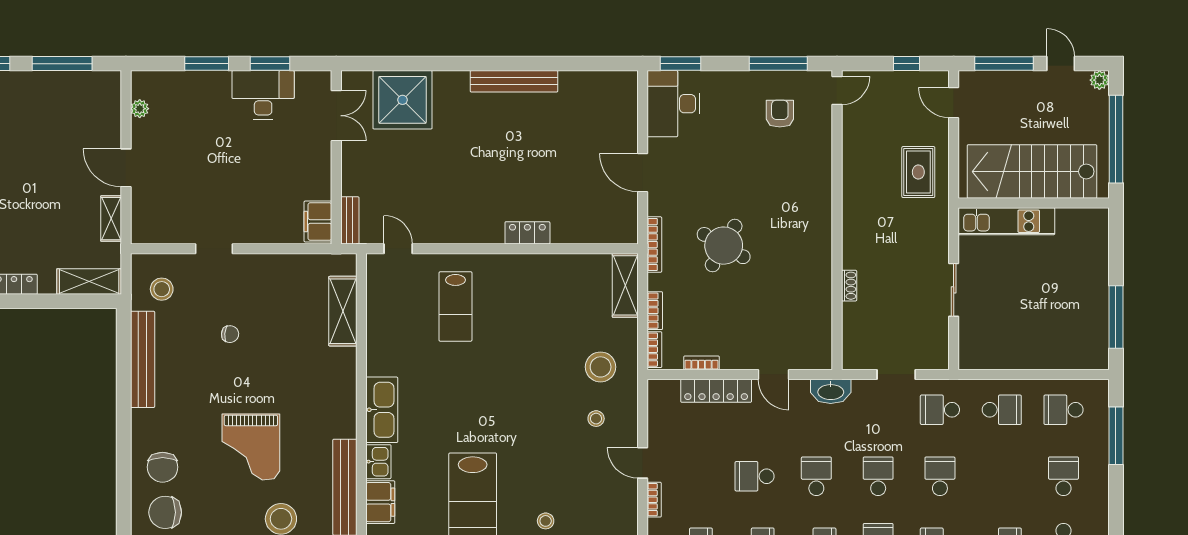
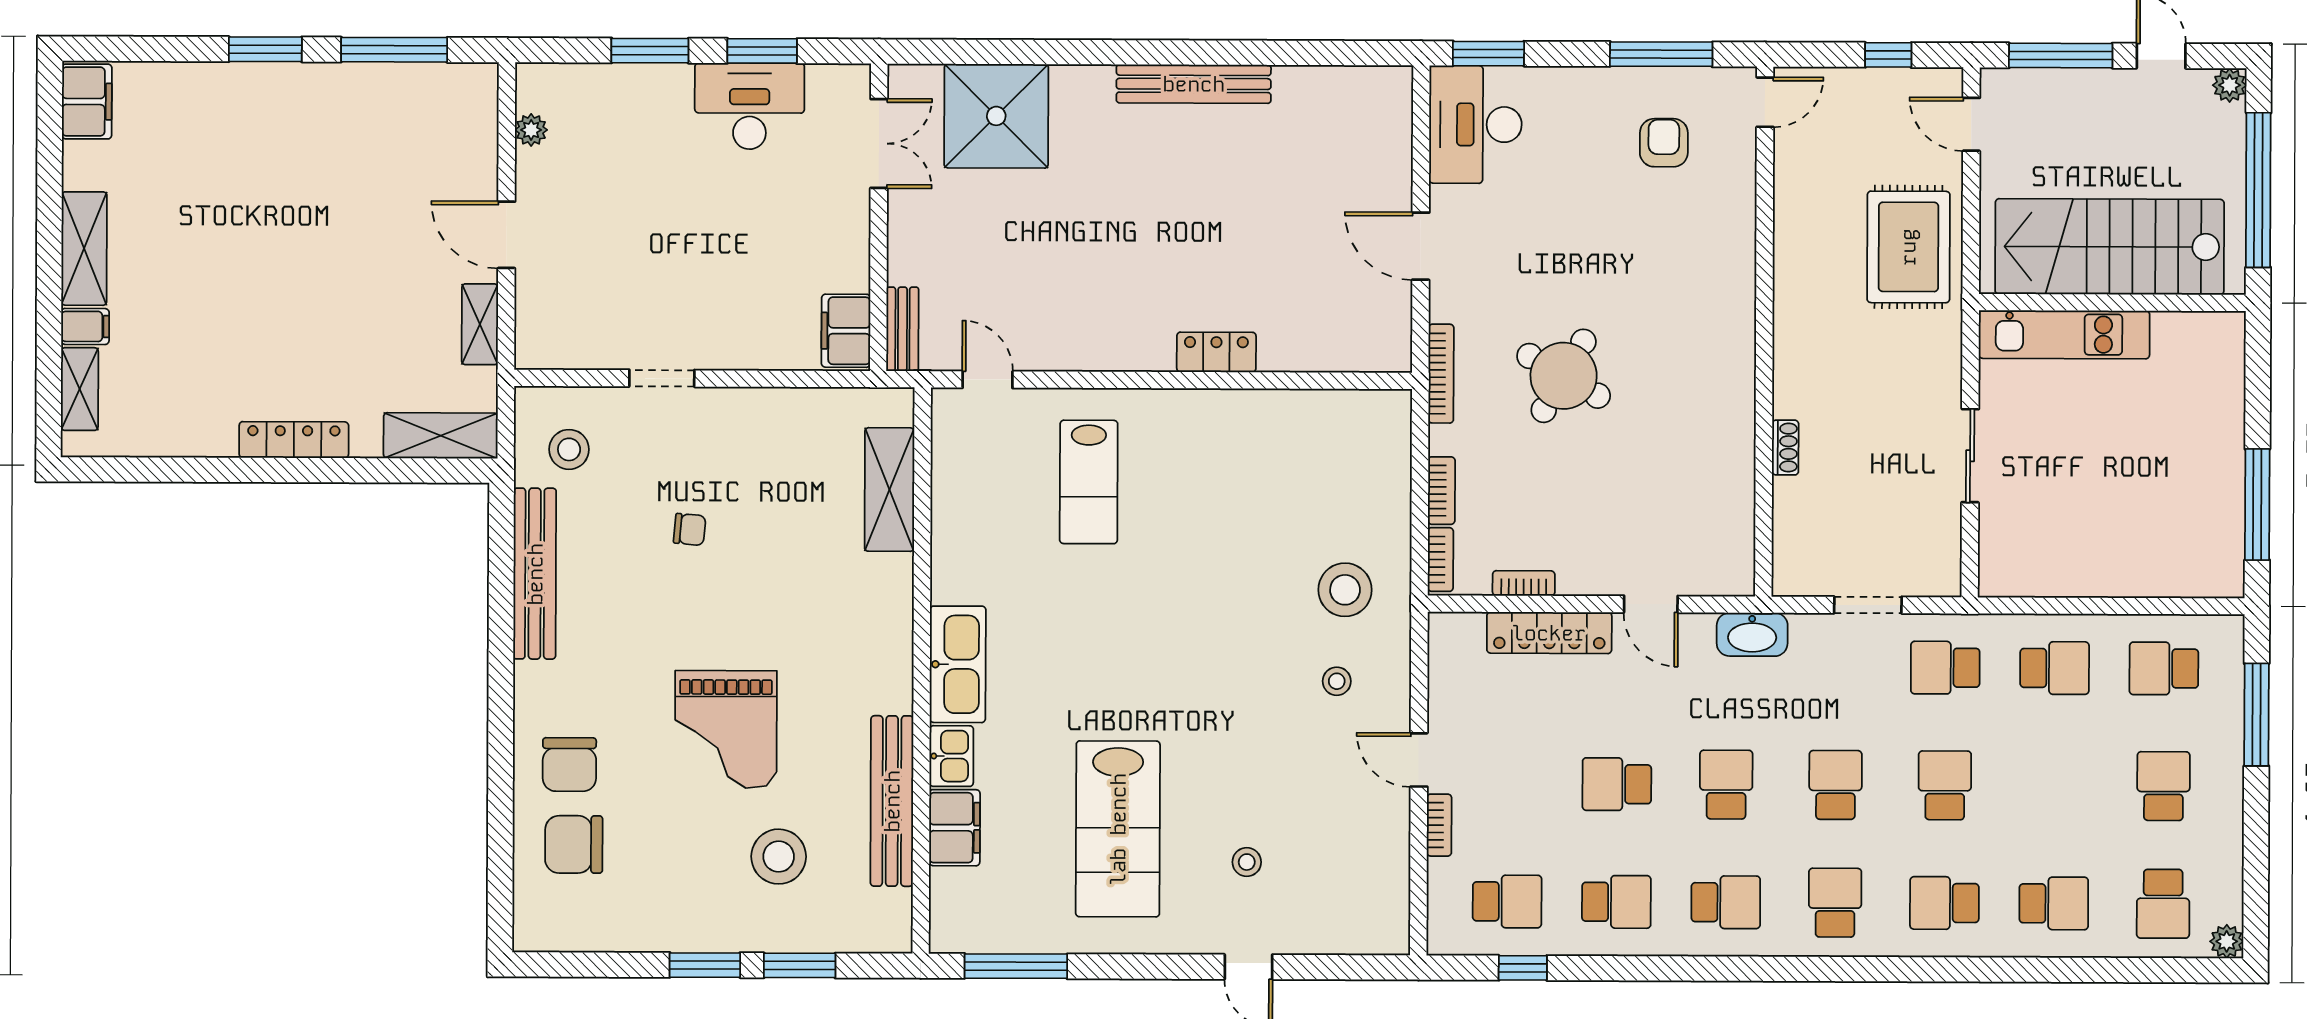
rug: (918, 172) -> (1908, 247), width x1.36, depth x1.43
shelving: (625, 285) -> (1389, 446), removed

